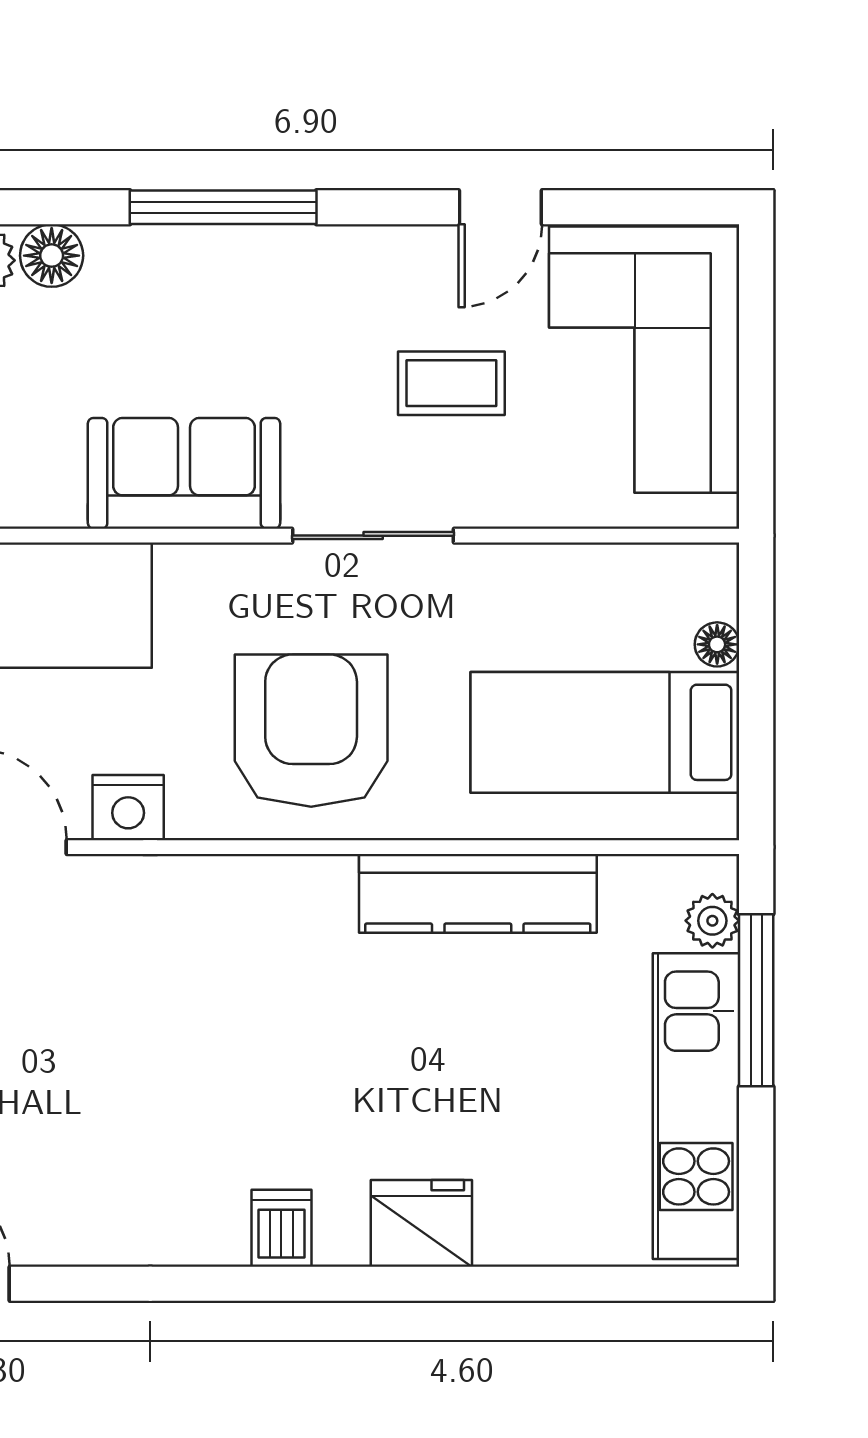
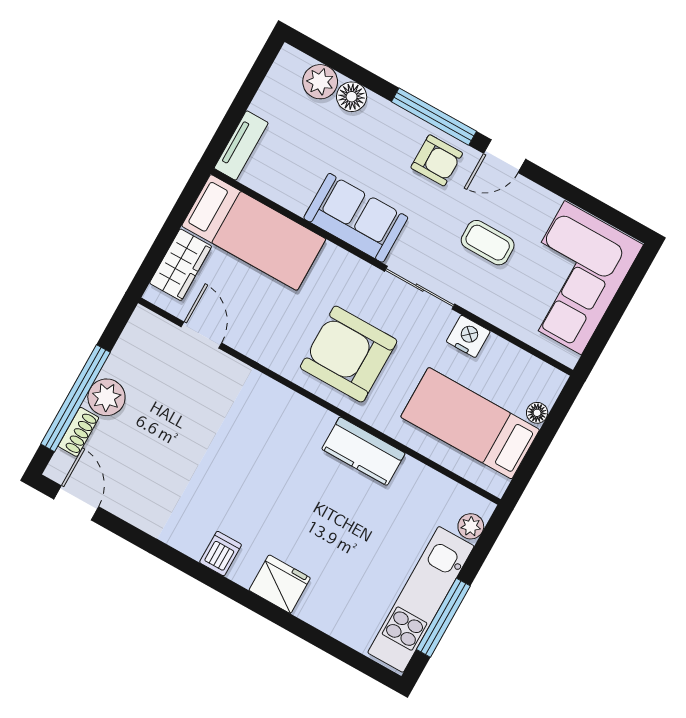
door: (500, 207) -> (505, 156), moved
armchair: (273, 285) -> (437, 160), added
armchair: (311, 731) -> (349, 354), turned -90
nightstand: (128, 808) -> (468, 336), moved, turned 180
kitchen counter: (478, 893) -> (363, 451), width x0.67
window: (756, 1000) -> (443, 618), moved

